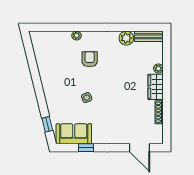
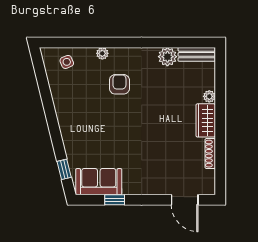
side table: (87, 98) -> (67, 62), moved

